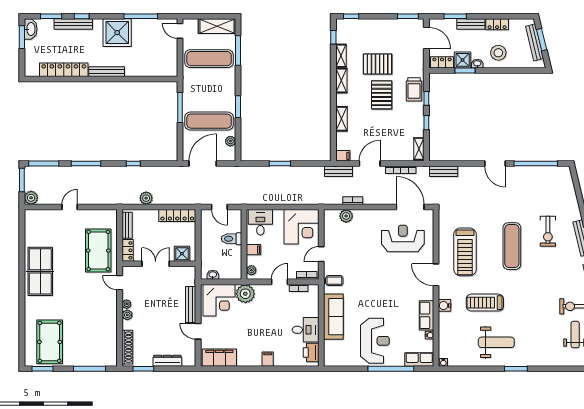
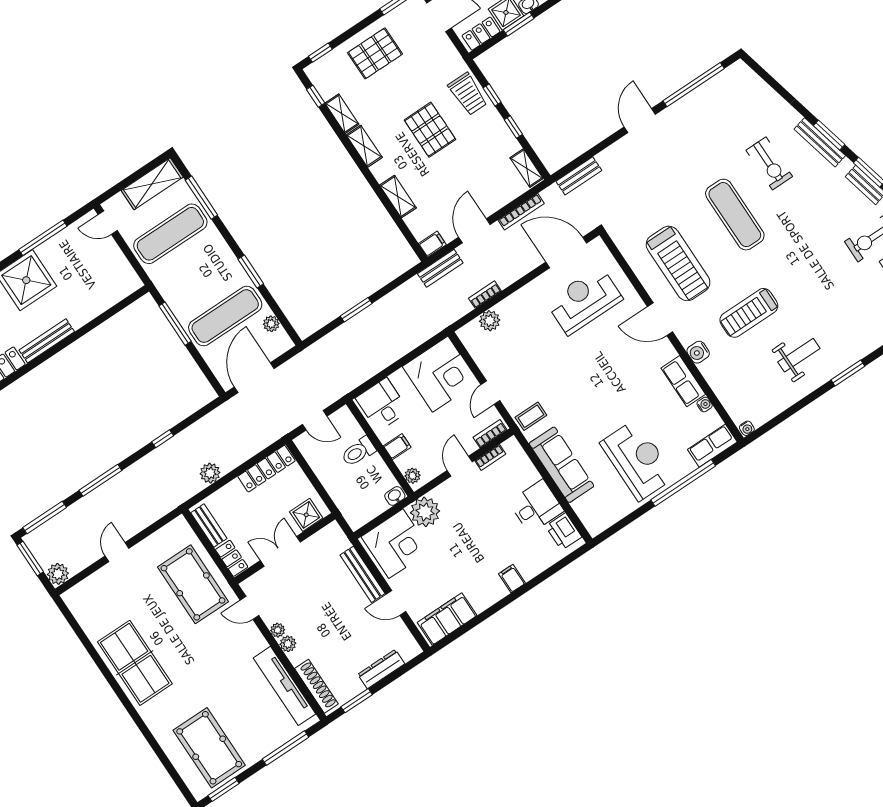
pallet: (378, 64) -> (375, 53), moved
door: (495, 164) -> (640, 121), swing flipped
washbasin: (213, 275) -> (395, 496), moved
tv unit: (111, 336) -> (284, 686), added
weight bench: (496, 342) -> (799, 355), width x0.73, depth x0.75

